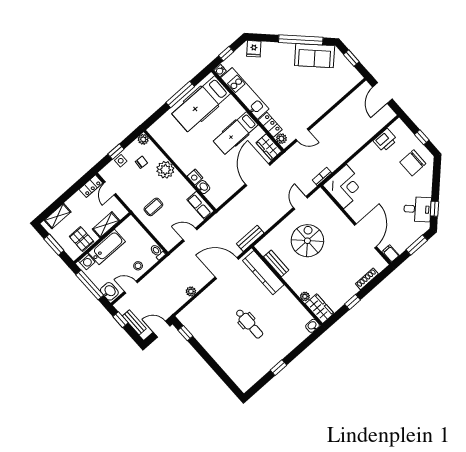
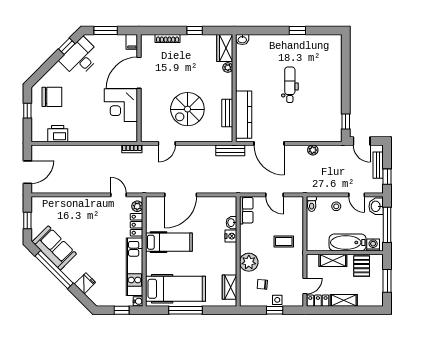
fridge: (254, 49) -> (85, 283), moved
plant: (143, 139) -> (245, 301), removed
wardrobe: (269, 147) -> (229, 287), moved, turned 180
corner desk: (345, 187) -> (121, 105), moved, turned -90
desk: (417, 209) -> (80, 58), width x1.37
shelving: (58, 216) -> (344, 300), moved

